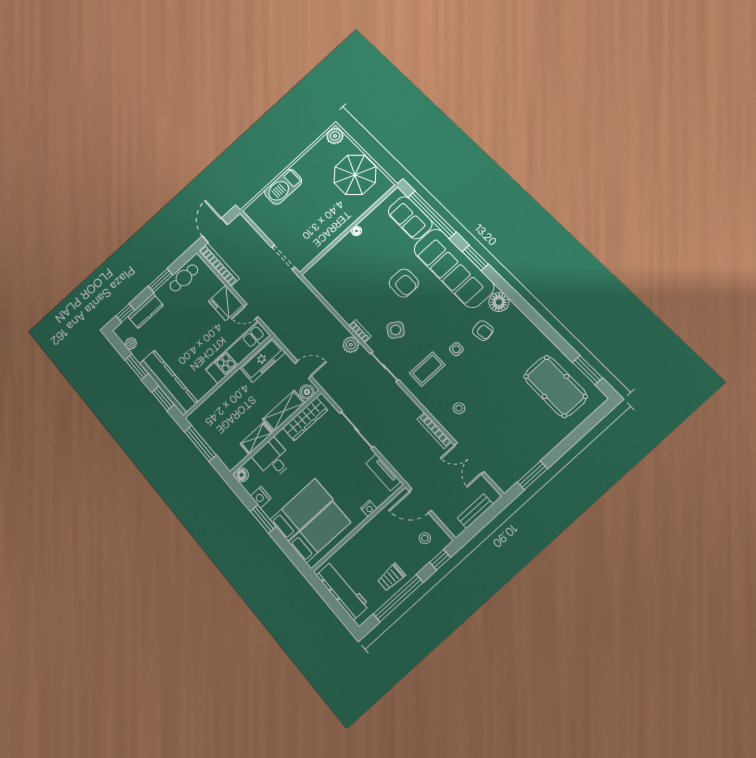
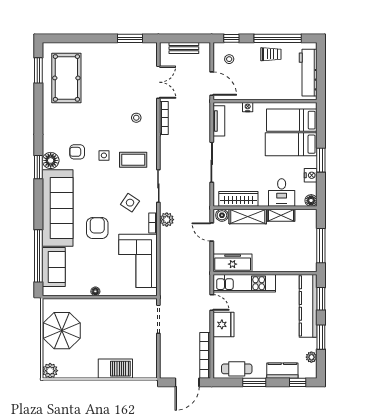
window: (475, 258) -> (38, 167), moved
corner sofa: (344, 288) -> (138, 261), added
armchair: (483, 331) -> (77, 152), turned -82

